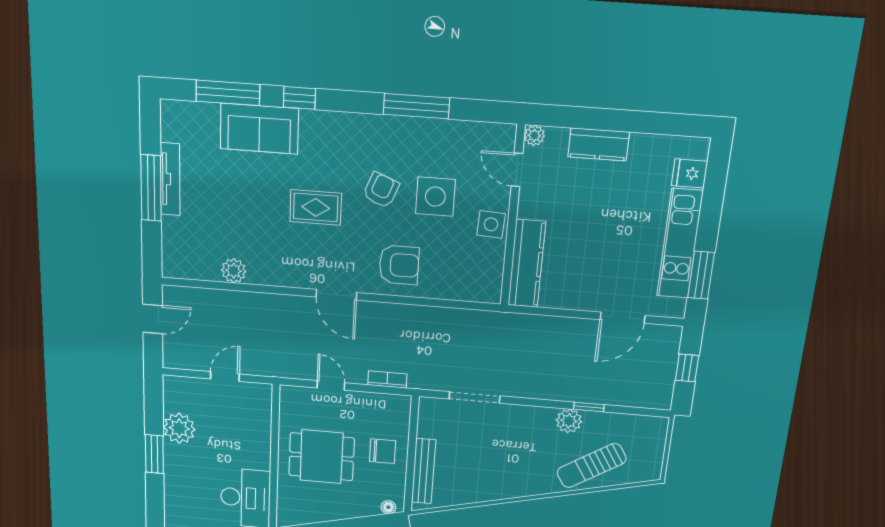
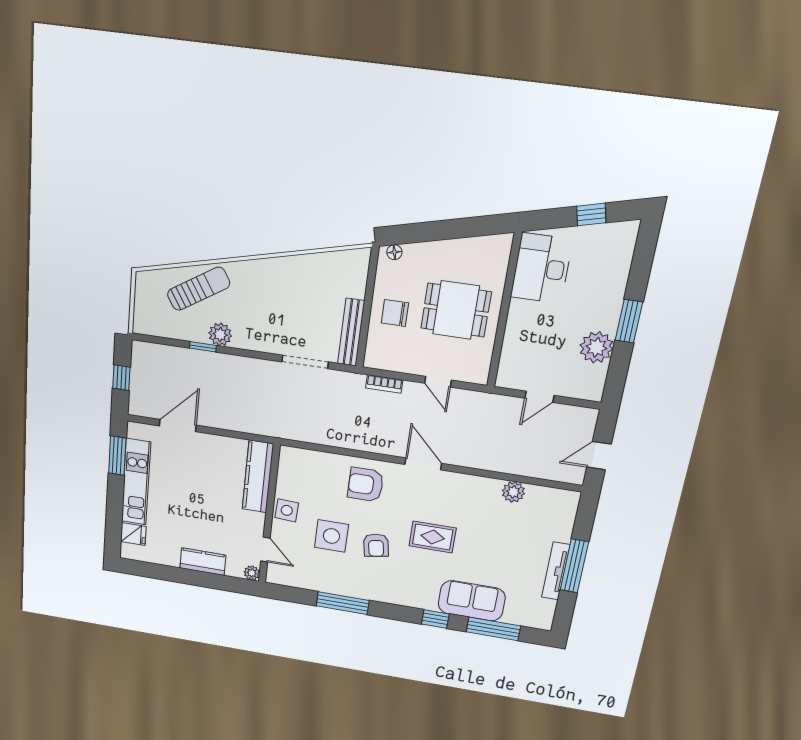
armchair: (381, 190) -> (376, 545), turned -32
bench: (424, 471) -> (351, 332), moved

